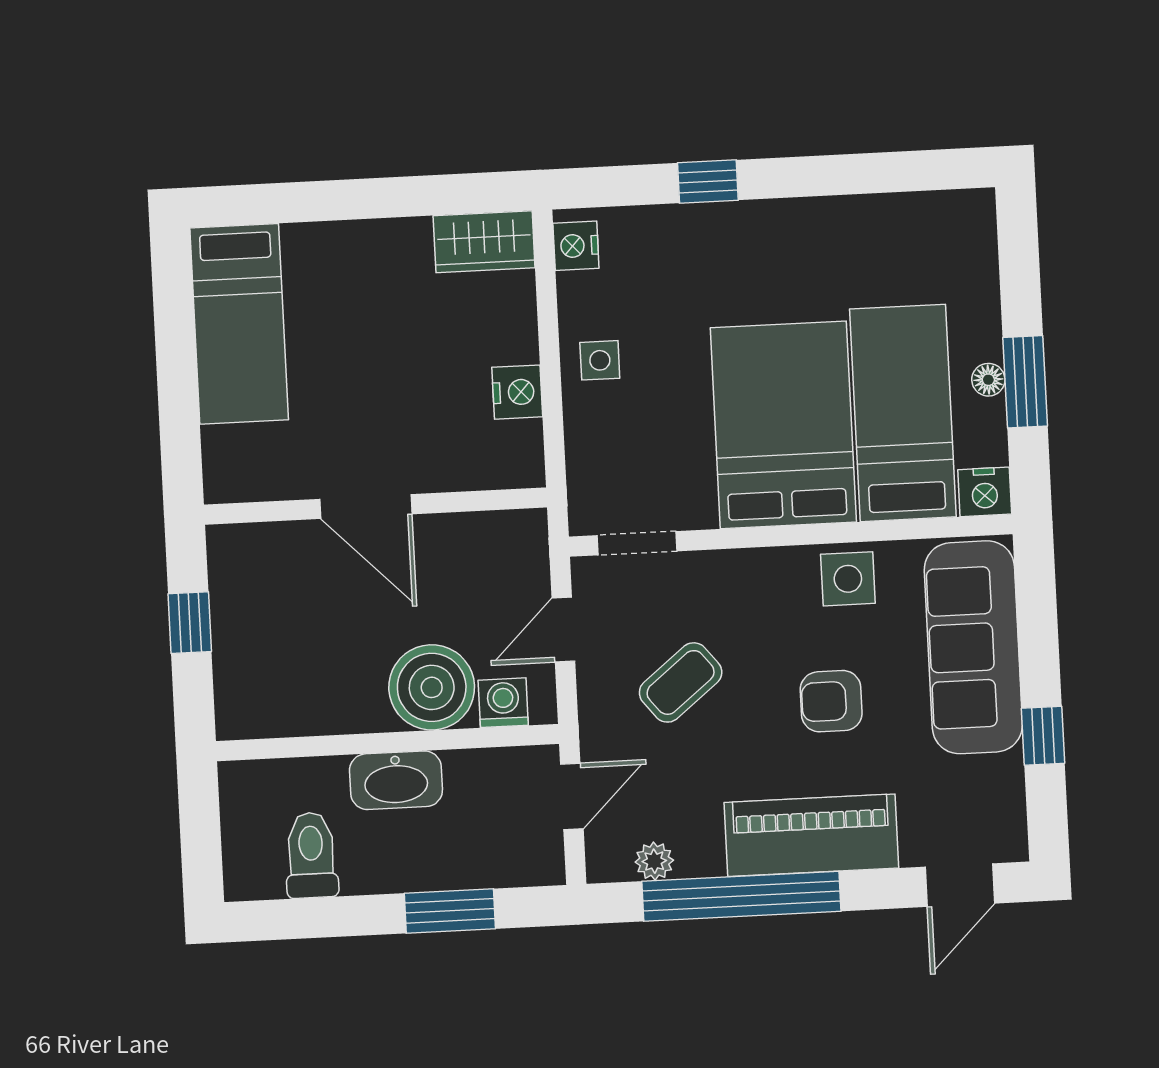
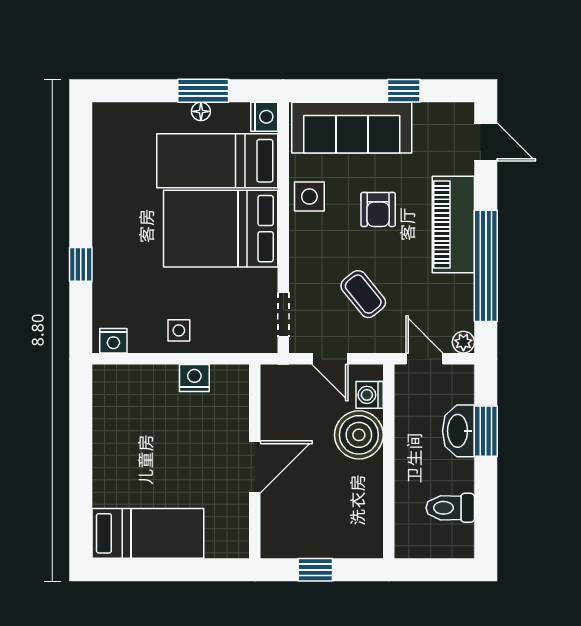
wardrobe: (484, 242) -> (108, 392), removed
washbasin: (396, 780) -> (458, 431), moved, turned 180
plant: (654, 861) -> (463, 342), moved

